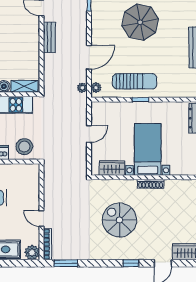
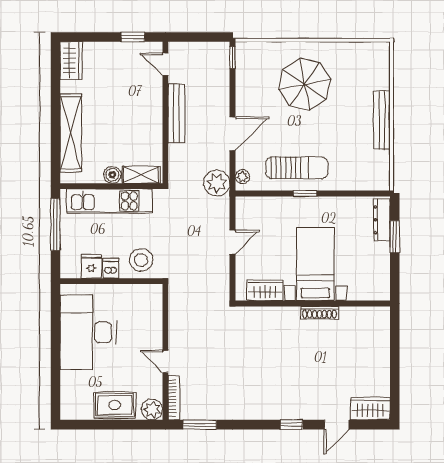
bench: (49, 37) -> (176, 113), width x1.36
plant: (82, 88) -> (217, 183), width x1.88, depth x1.88
spiral stairs: (119, 220) -> (275, 364), removed

